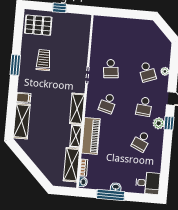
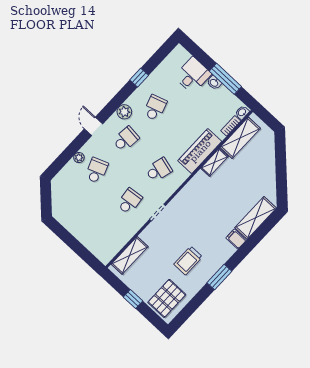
pallet: (38, 25) -> (167, 298), turned 90
shelving: (77, 109) -> (130, 255), moved
window: (169, 123) -> (139, 78), moved
school desk: (141, 141) -> (155, 108), turned -42
desk: (148, 183) -> (193, 75), moved, turned 90

